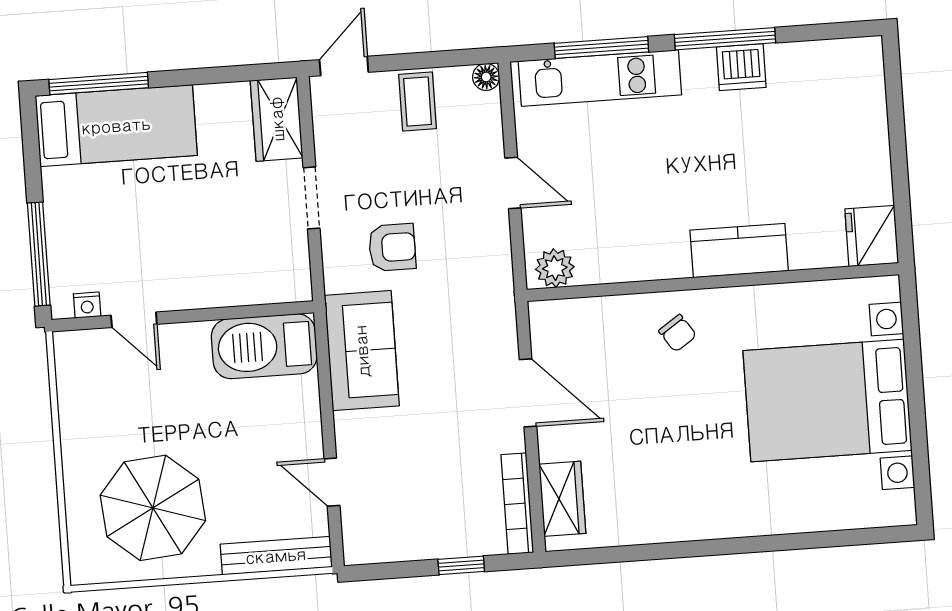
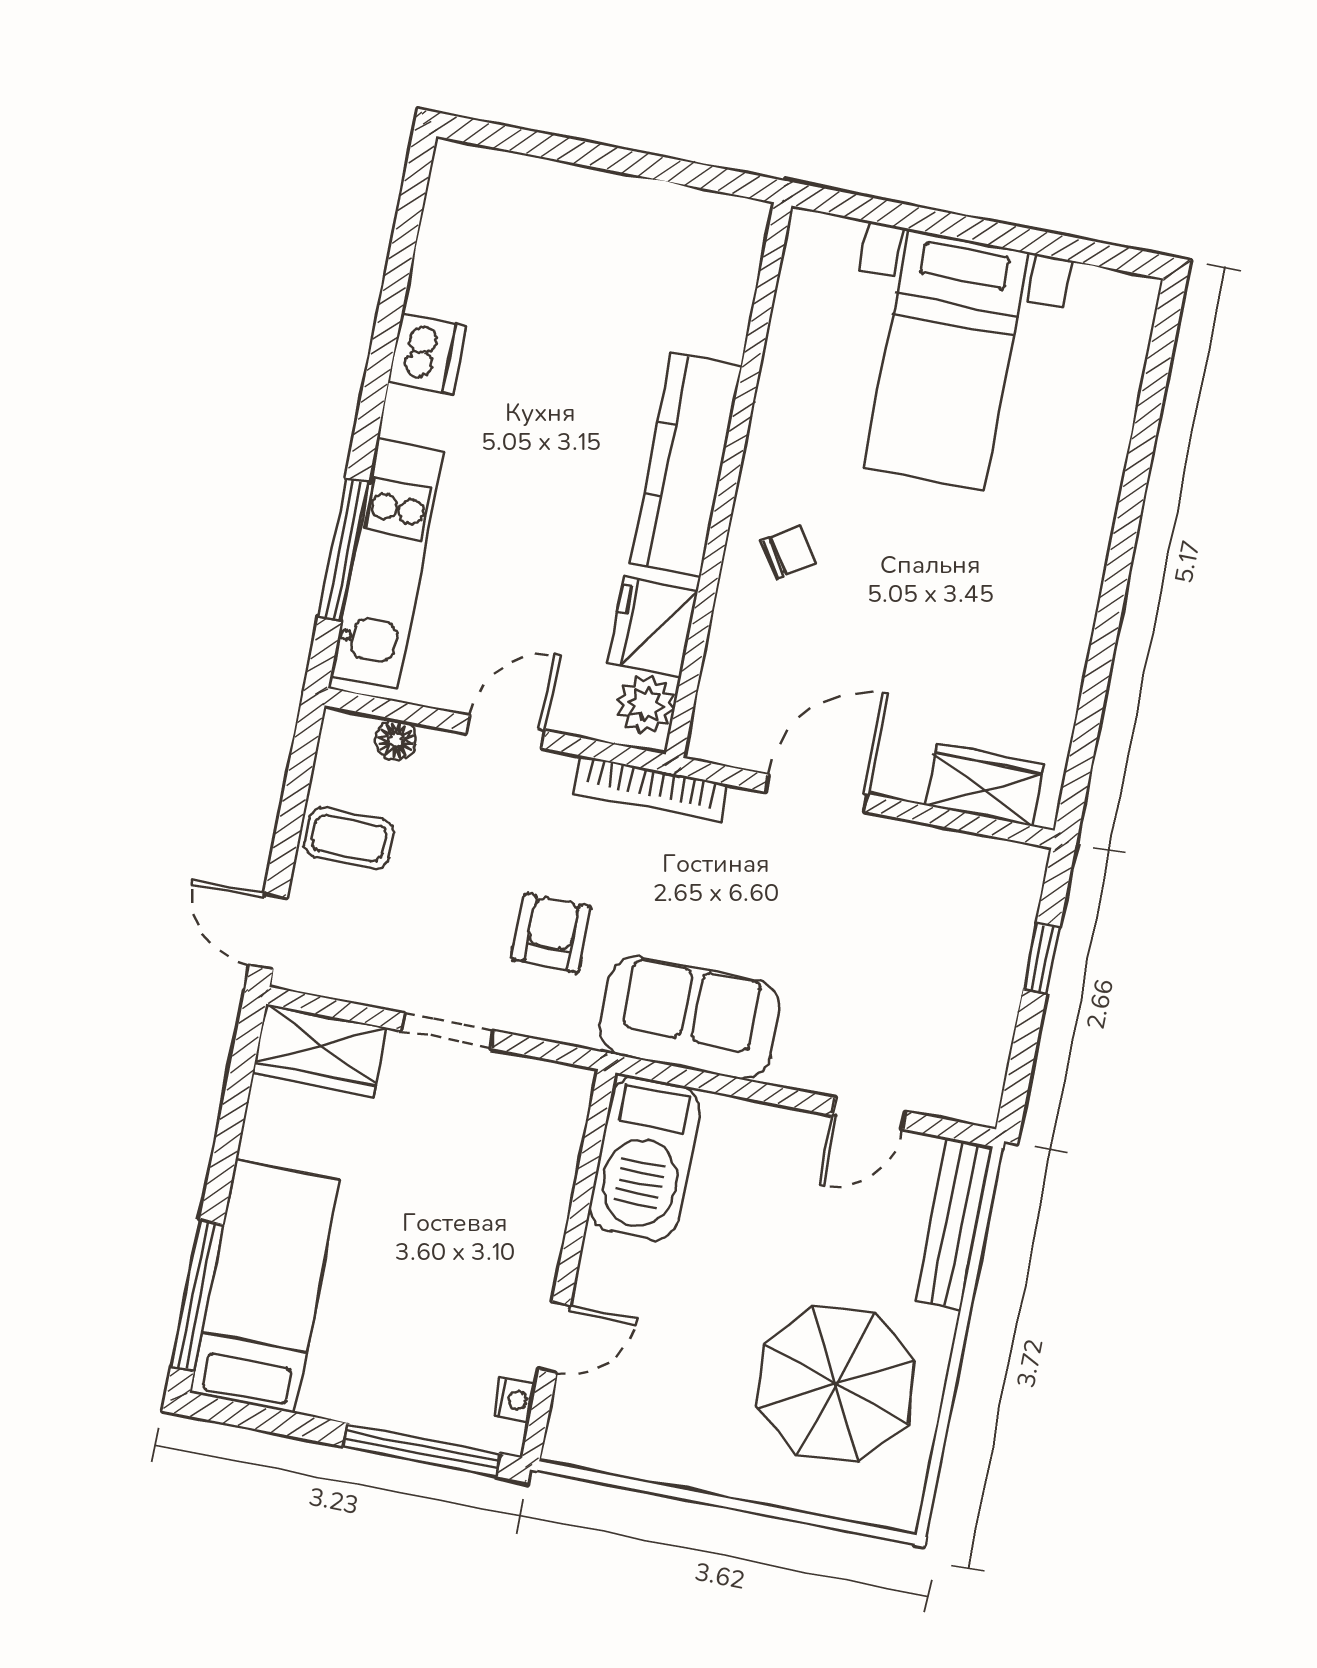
window: (725, 39) -> (379, 366), removed
floor lamp: (486, 77) -> (396, 740), moved
fridge: (872, 236) -> (653, 627), moved, turned 90
kitchen counter: (739, 251) -> (686, 465), width x1.50
bed with nightstands: (828, 401) -> (946, 360), width x0.73
bookcase: (517, 504) -> (650, 789), moved

